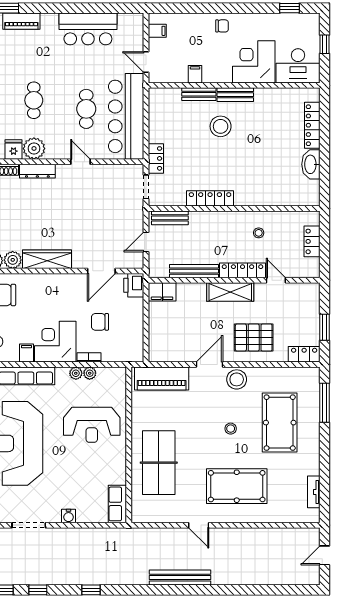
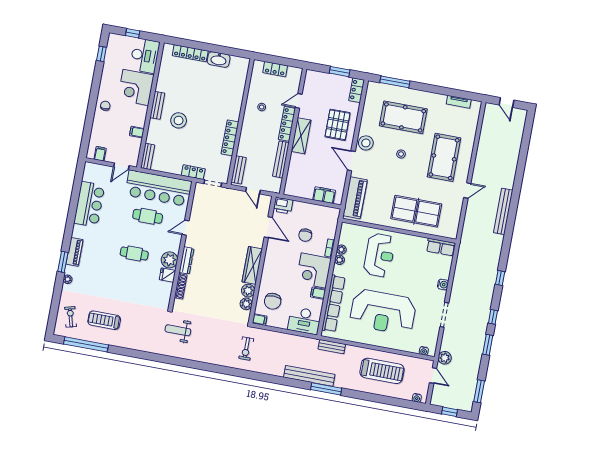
bench: (199, 94) -> (148, 156), moved
filing cabinet: (162, 292) -> (324, 195), moved, turned -90

